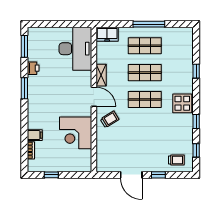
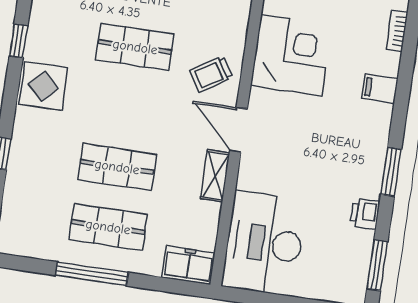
shop shelf: (145, 99) -> (135, 47), moved
filing cabinet: (35, 135) -> (380, 88), moved

